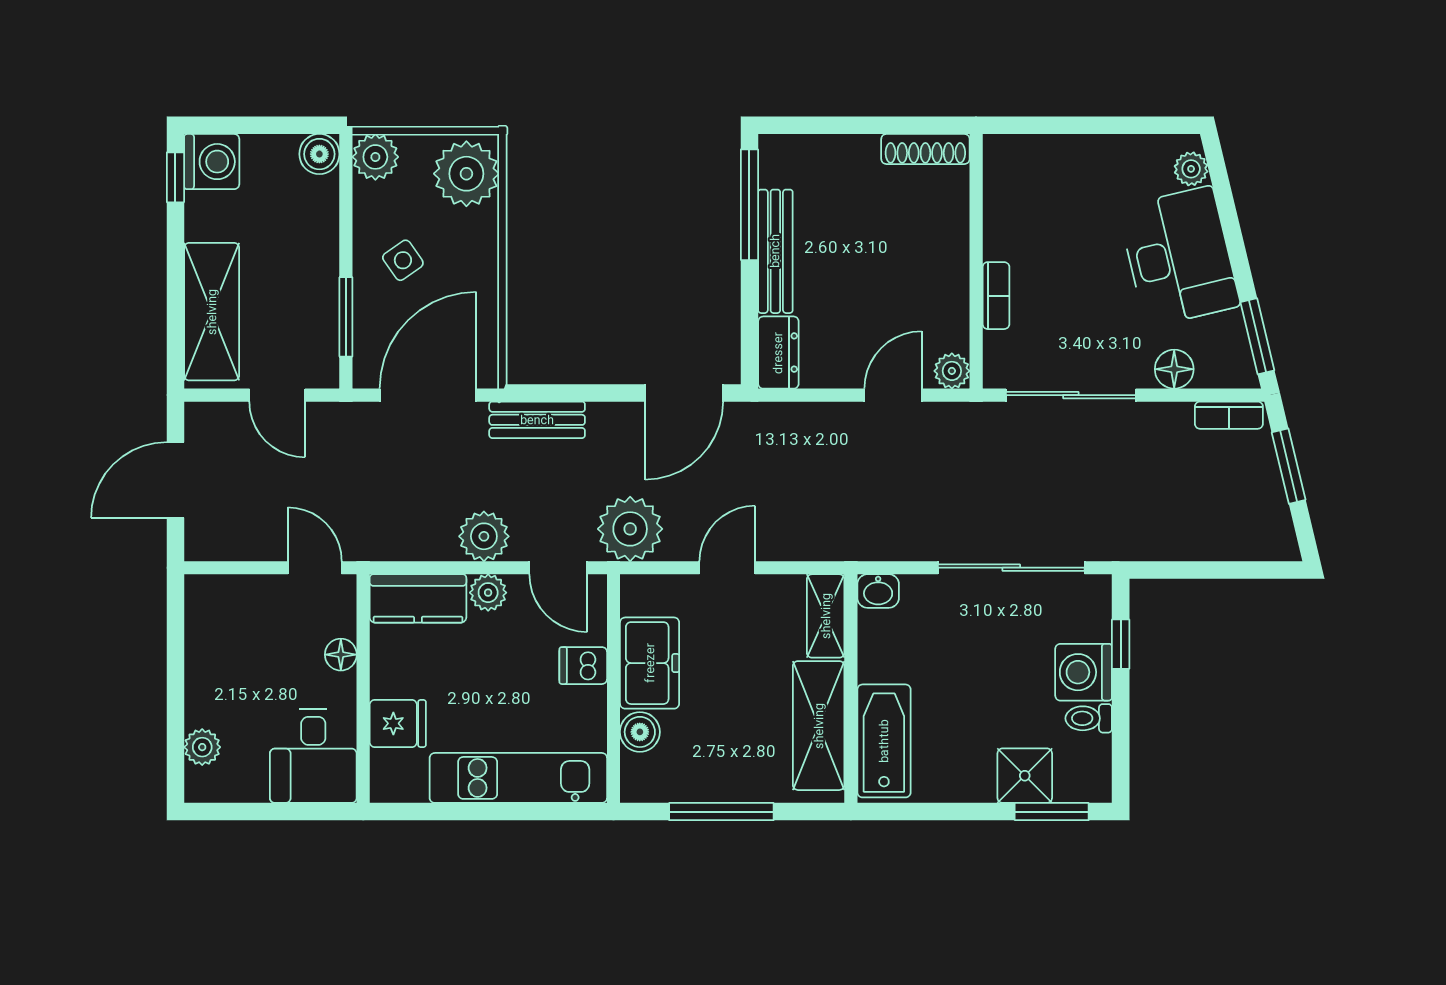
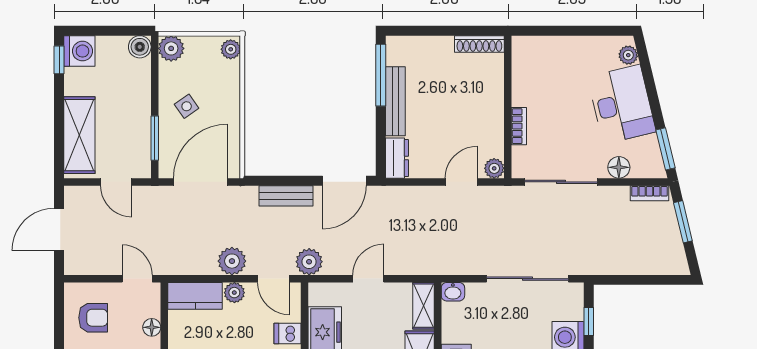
plant: (466, 174) -> (231, 49), width x0.53, depth x0.53
bench: (537, 420) -> (286, 196), moved
plant: (630, 529) -> (309, 262), width x0.73, depth x0.73
armchair: (236, 637) -> (93, 318), added

